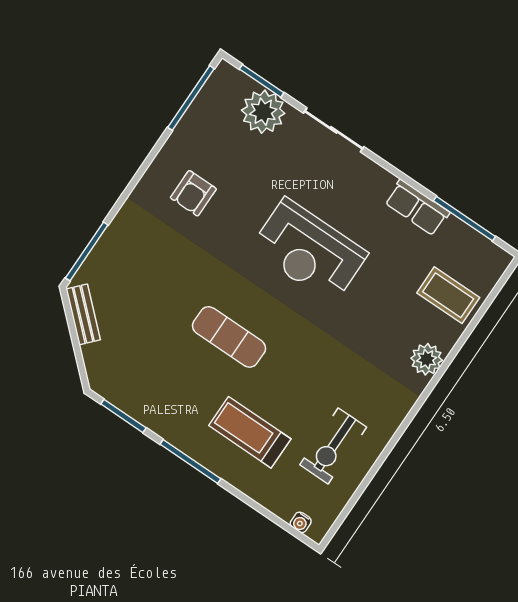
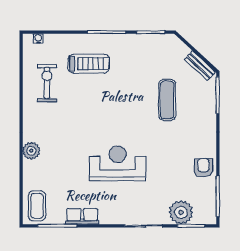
armchair: (193, 193) -> (203, 168), moved
coffee table: (448, 295) -> (37, 206), moved, turned 90
exercise mat: (229, 337) -> (167, 100), moved, turned 90

